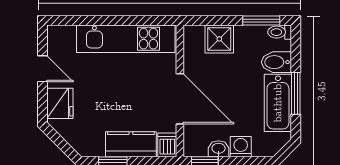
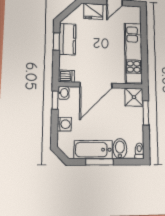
window: (261, 20) -> (146, 113), moved
shower: (219, 39) -> (134, 97), moved
kitchen counter: (131, 144) -> (67, 39), moved
washbasin: (219, 149) -> (64, 93), moved

